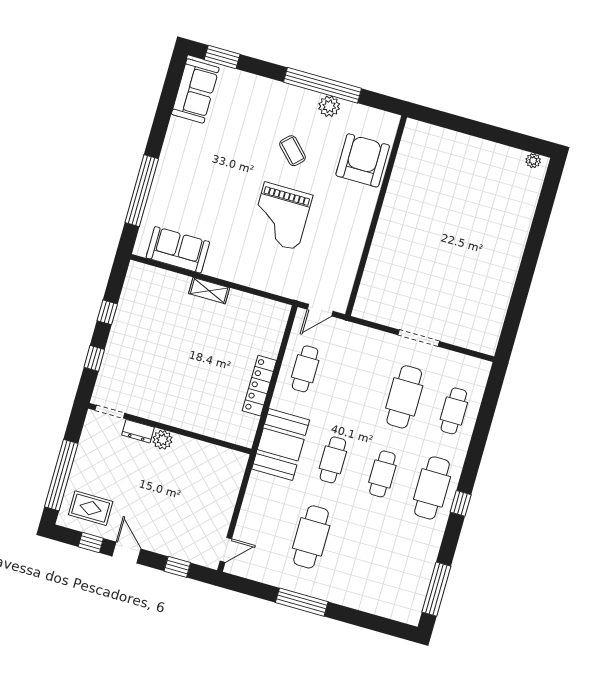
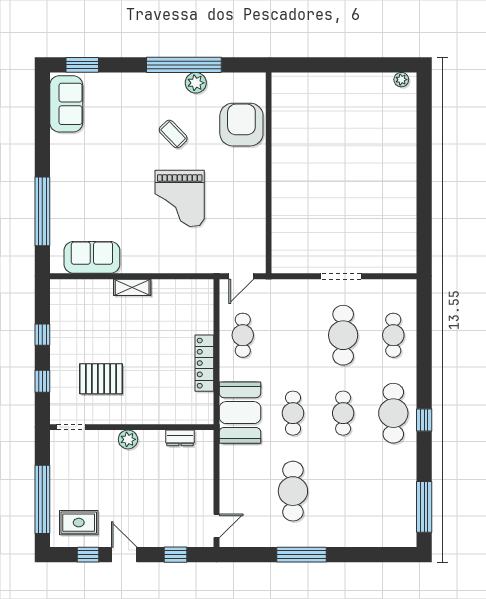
pallet: (153, 372) -> (101, 379), added
dresser: (138, 431) -> (180, 438), moved

